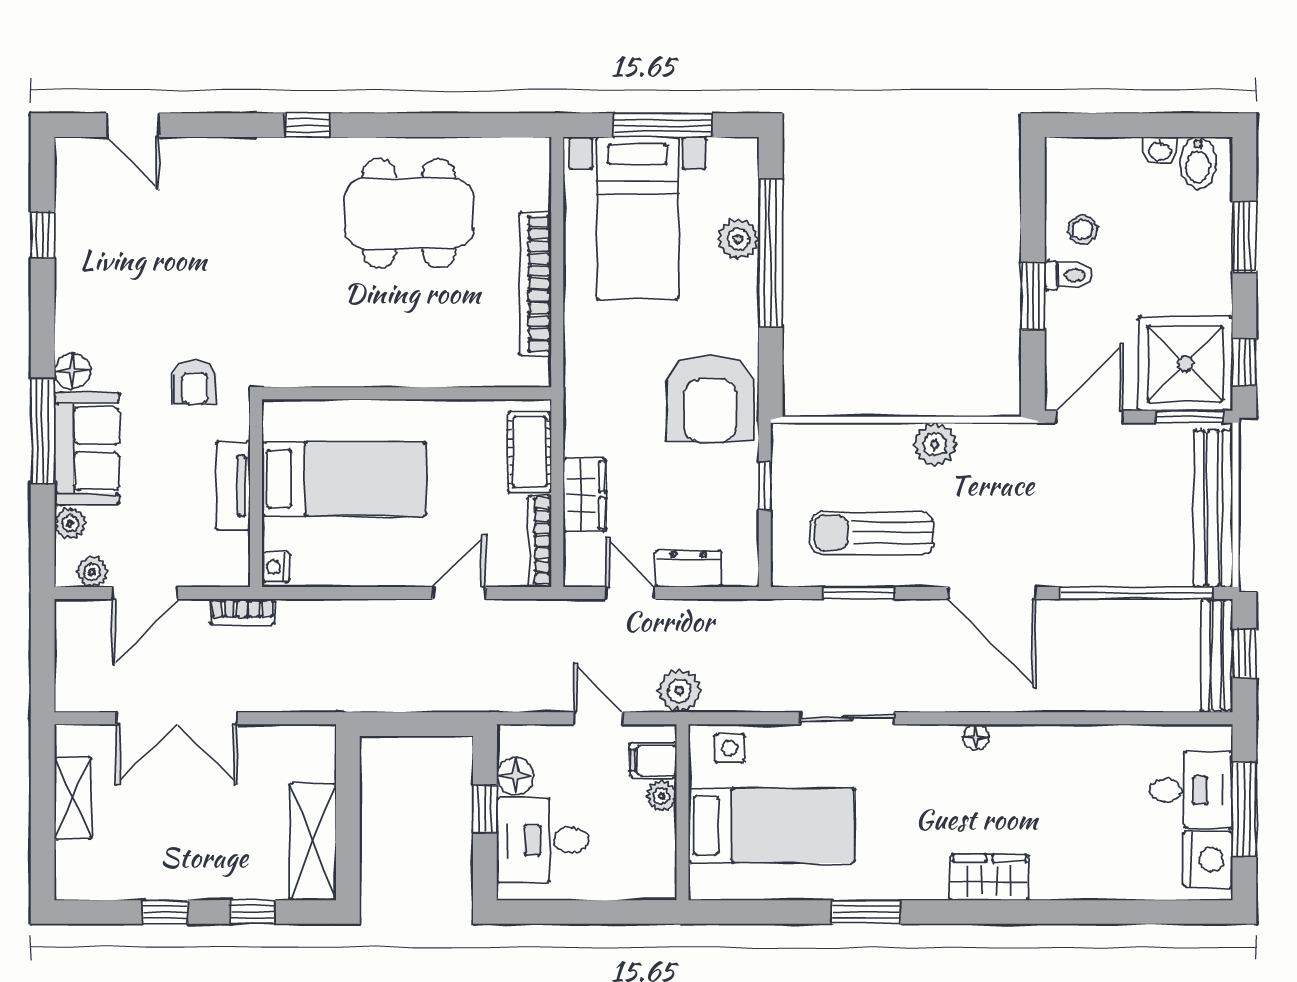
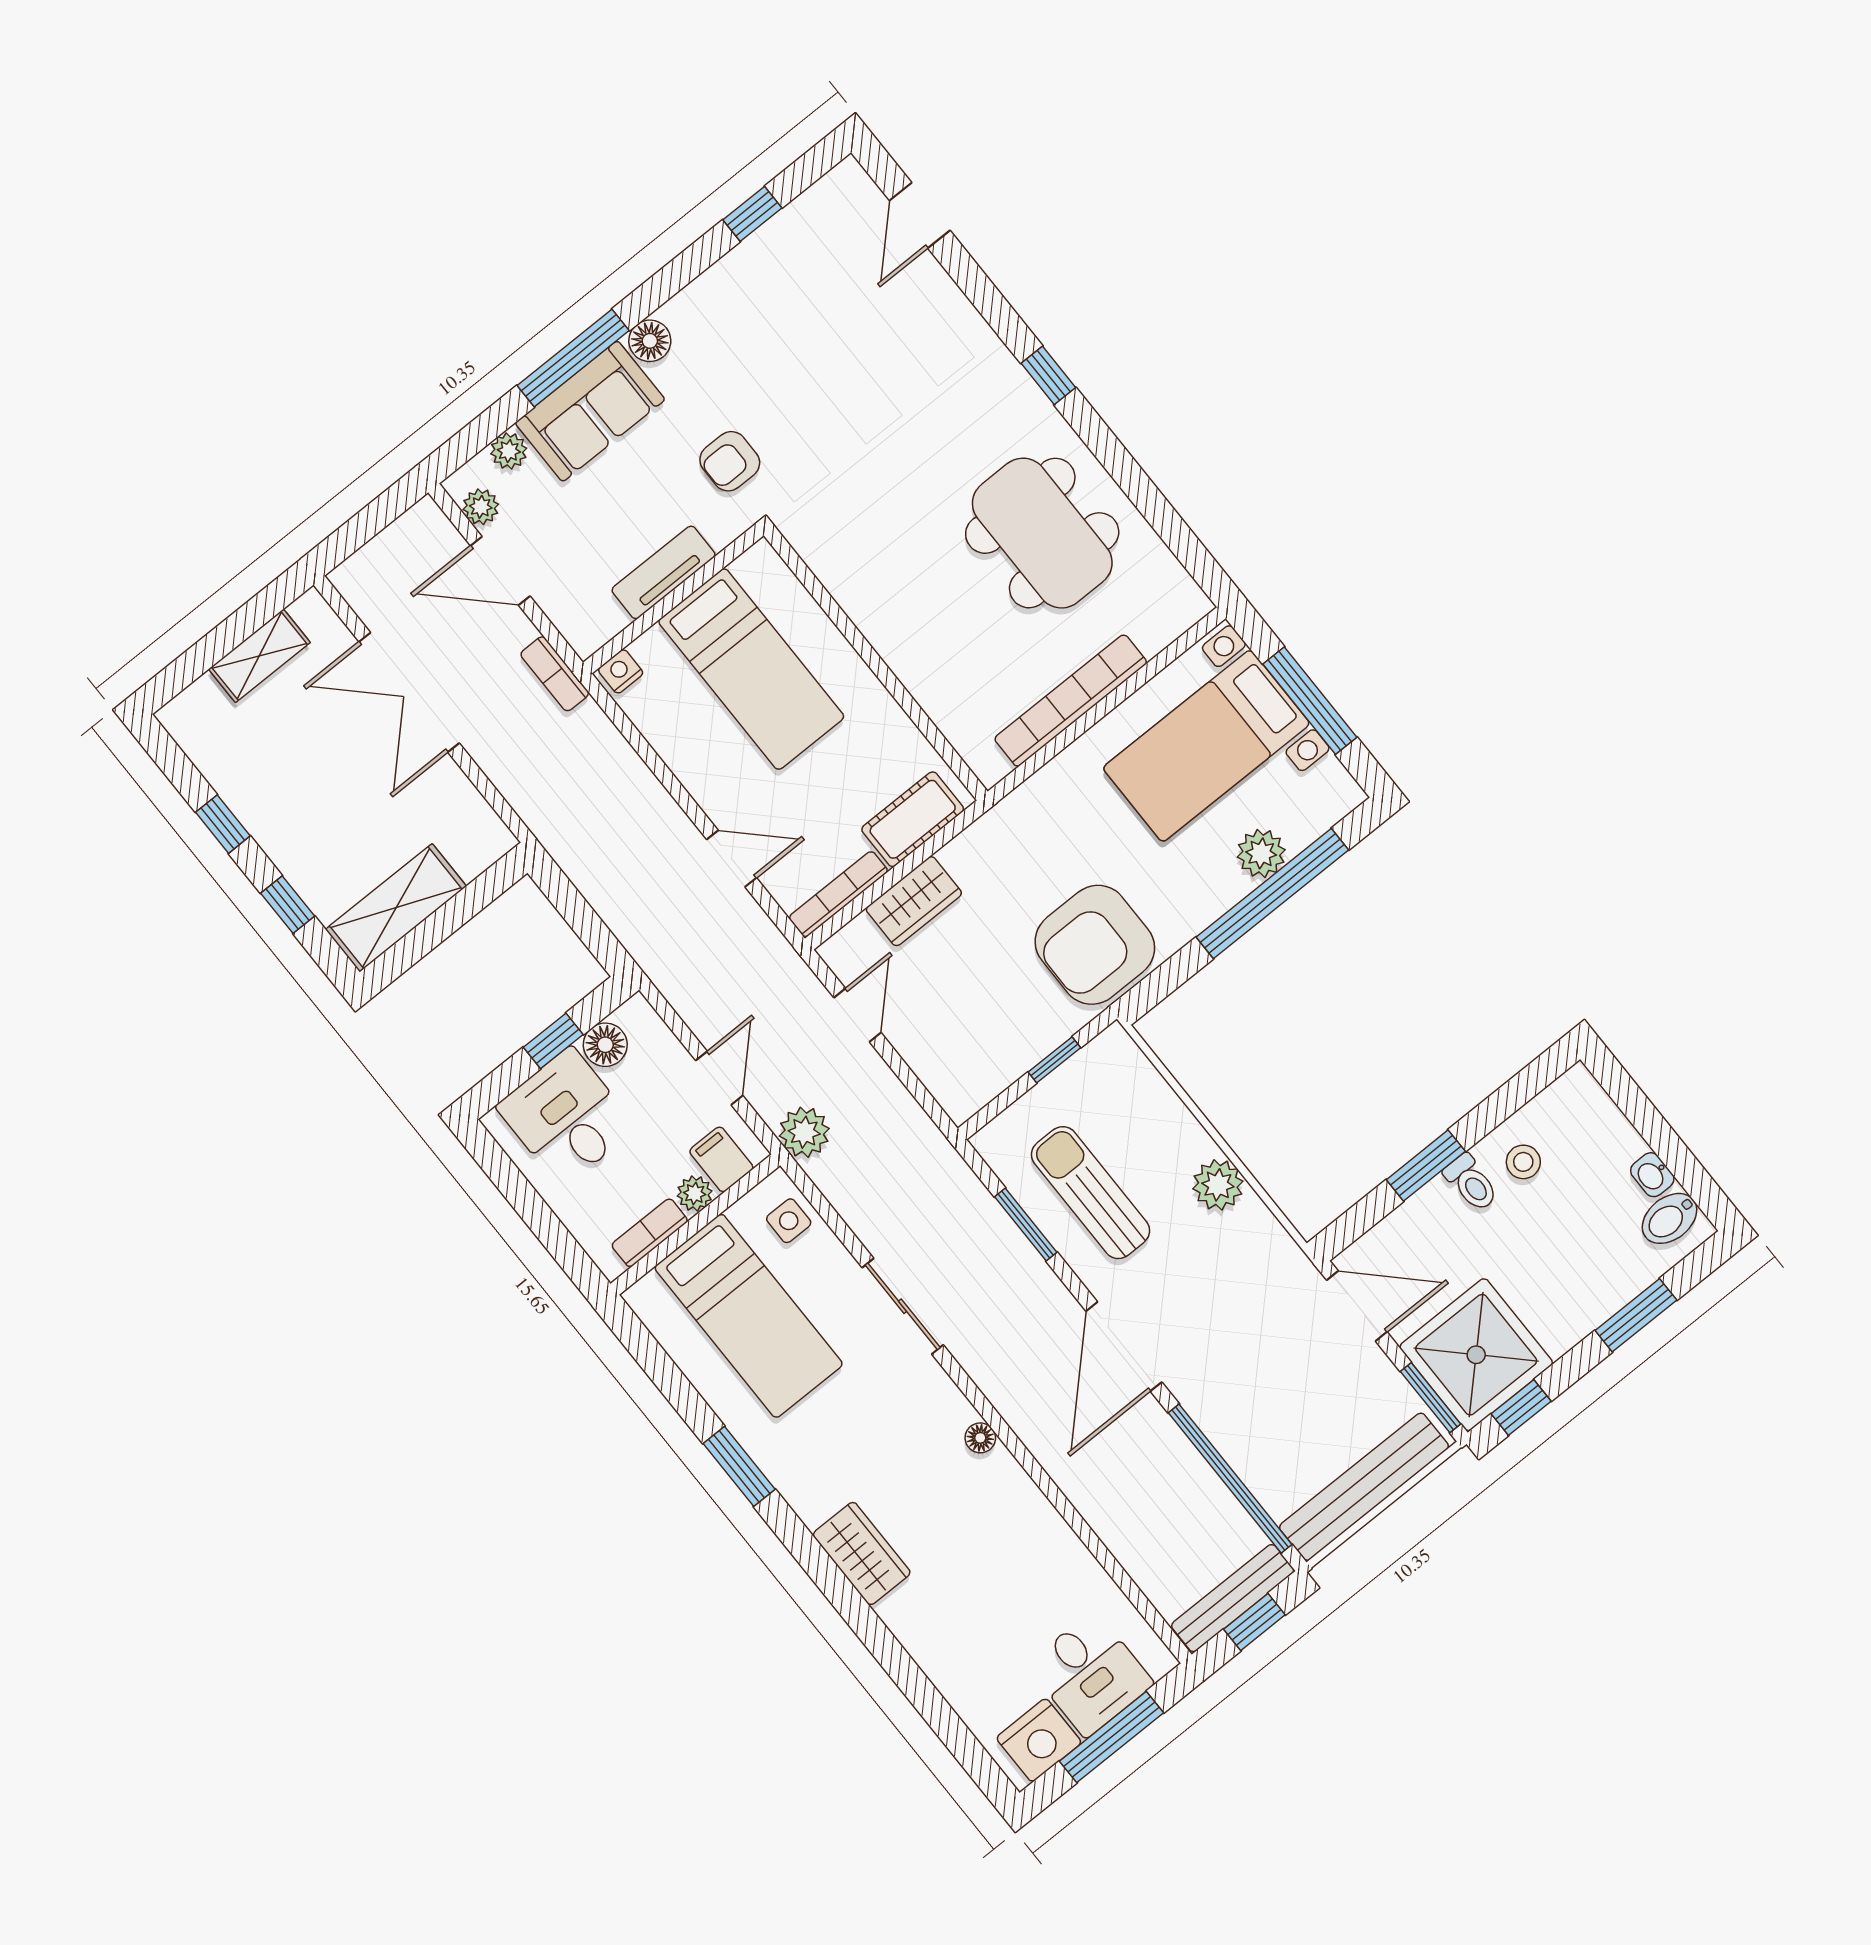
dresser: (689, 569) -> (923, 1051), removed
bookcase: (664, 847) -> (650, 1233), added

